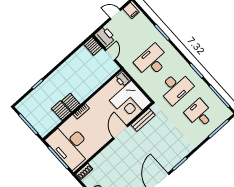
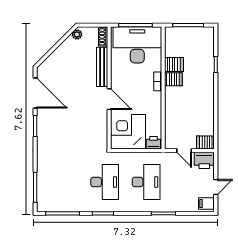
desk: (176, 87) -> (105, 182), turned 180
desk: (199, 114) -> (63, 182), removed
bench: (143, 120) -> (102, 67), moved, width x1.36

